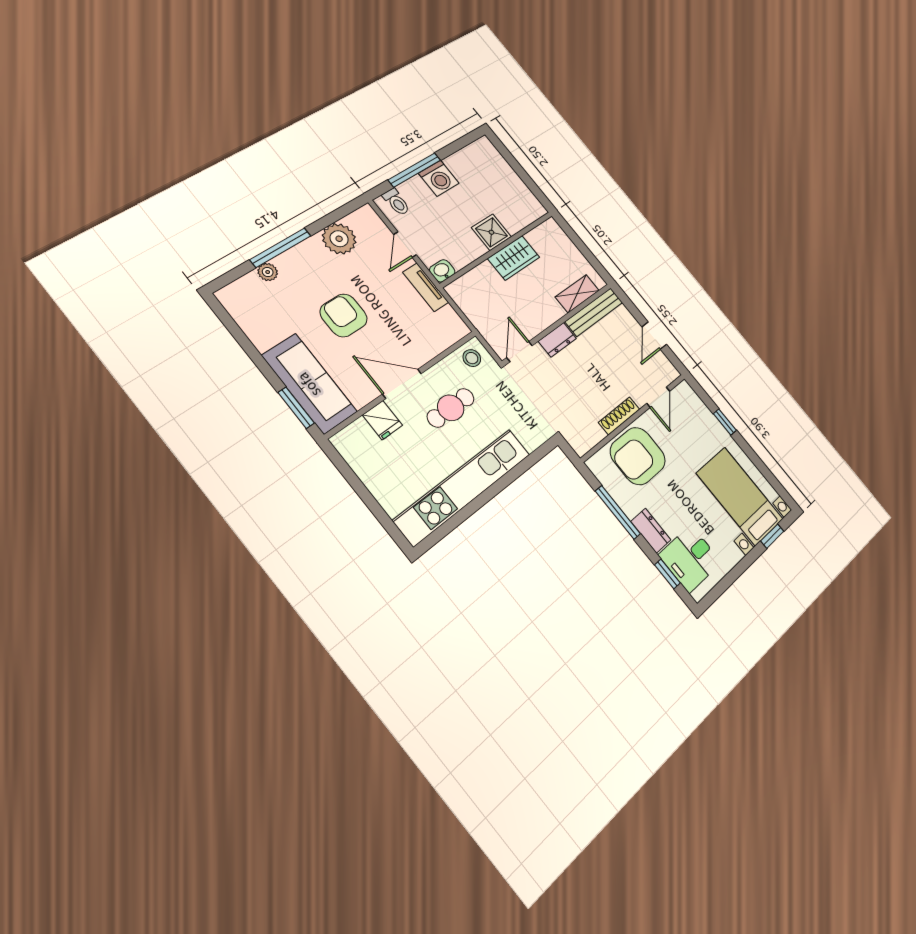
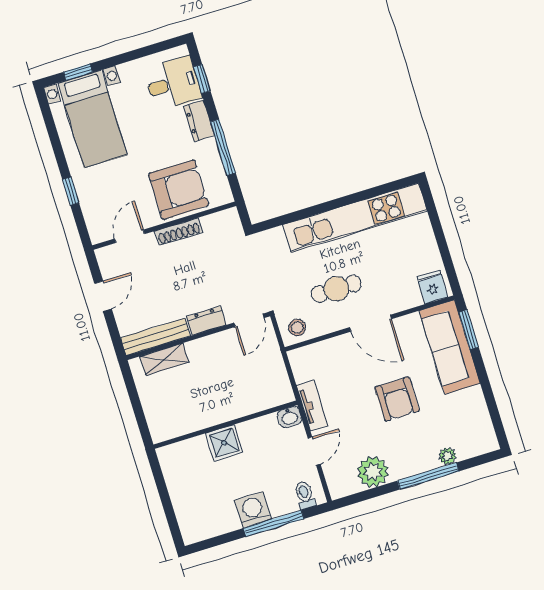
wardrobe: (514, 258) -> (213, 412), removed
fridge: (382, 420) -> (432, 287), moved

